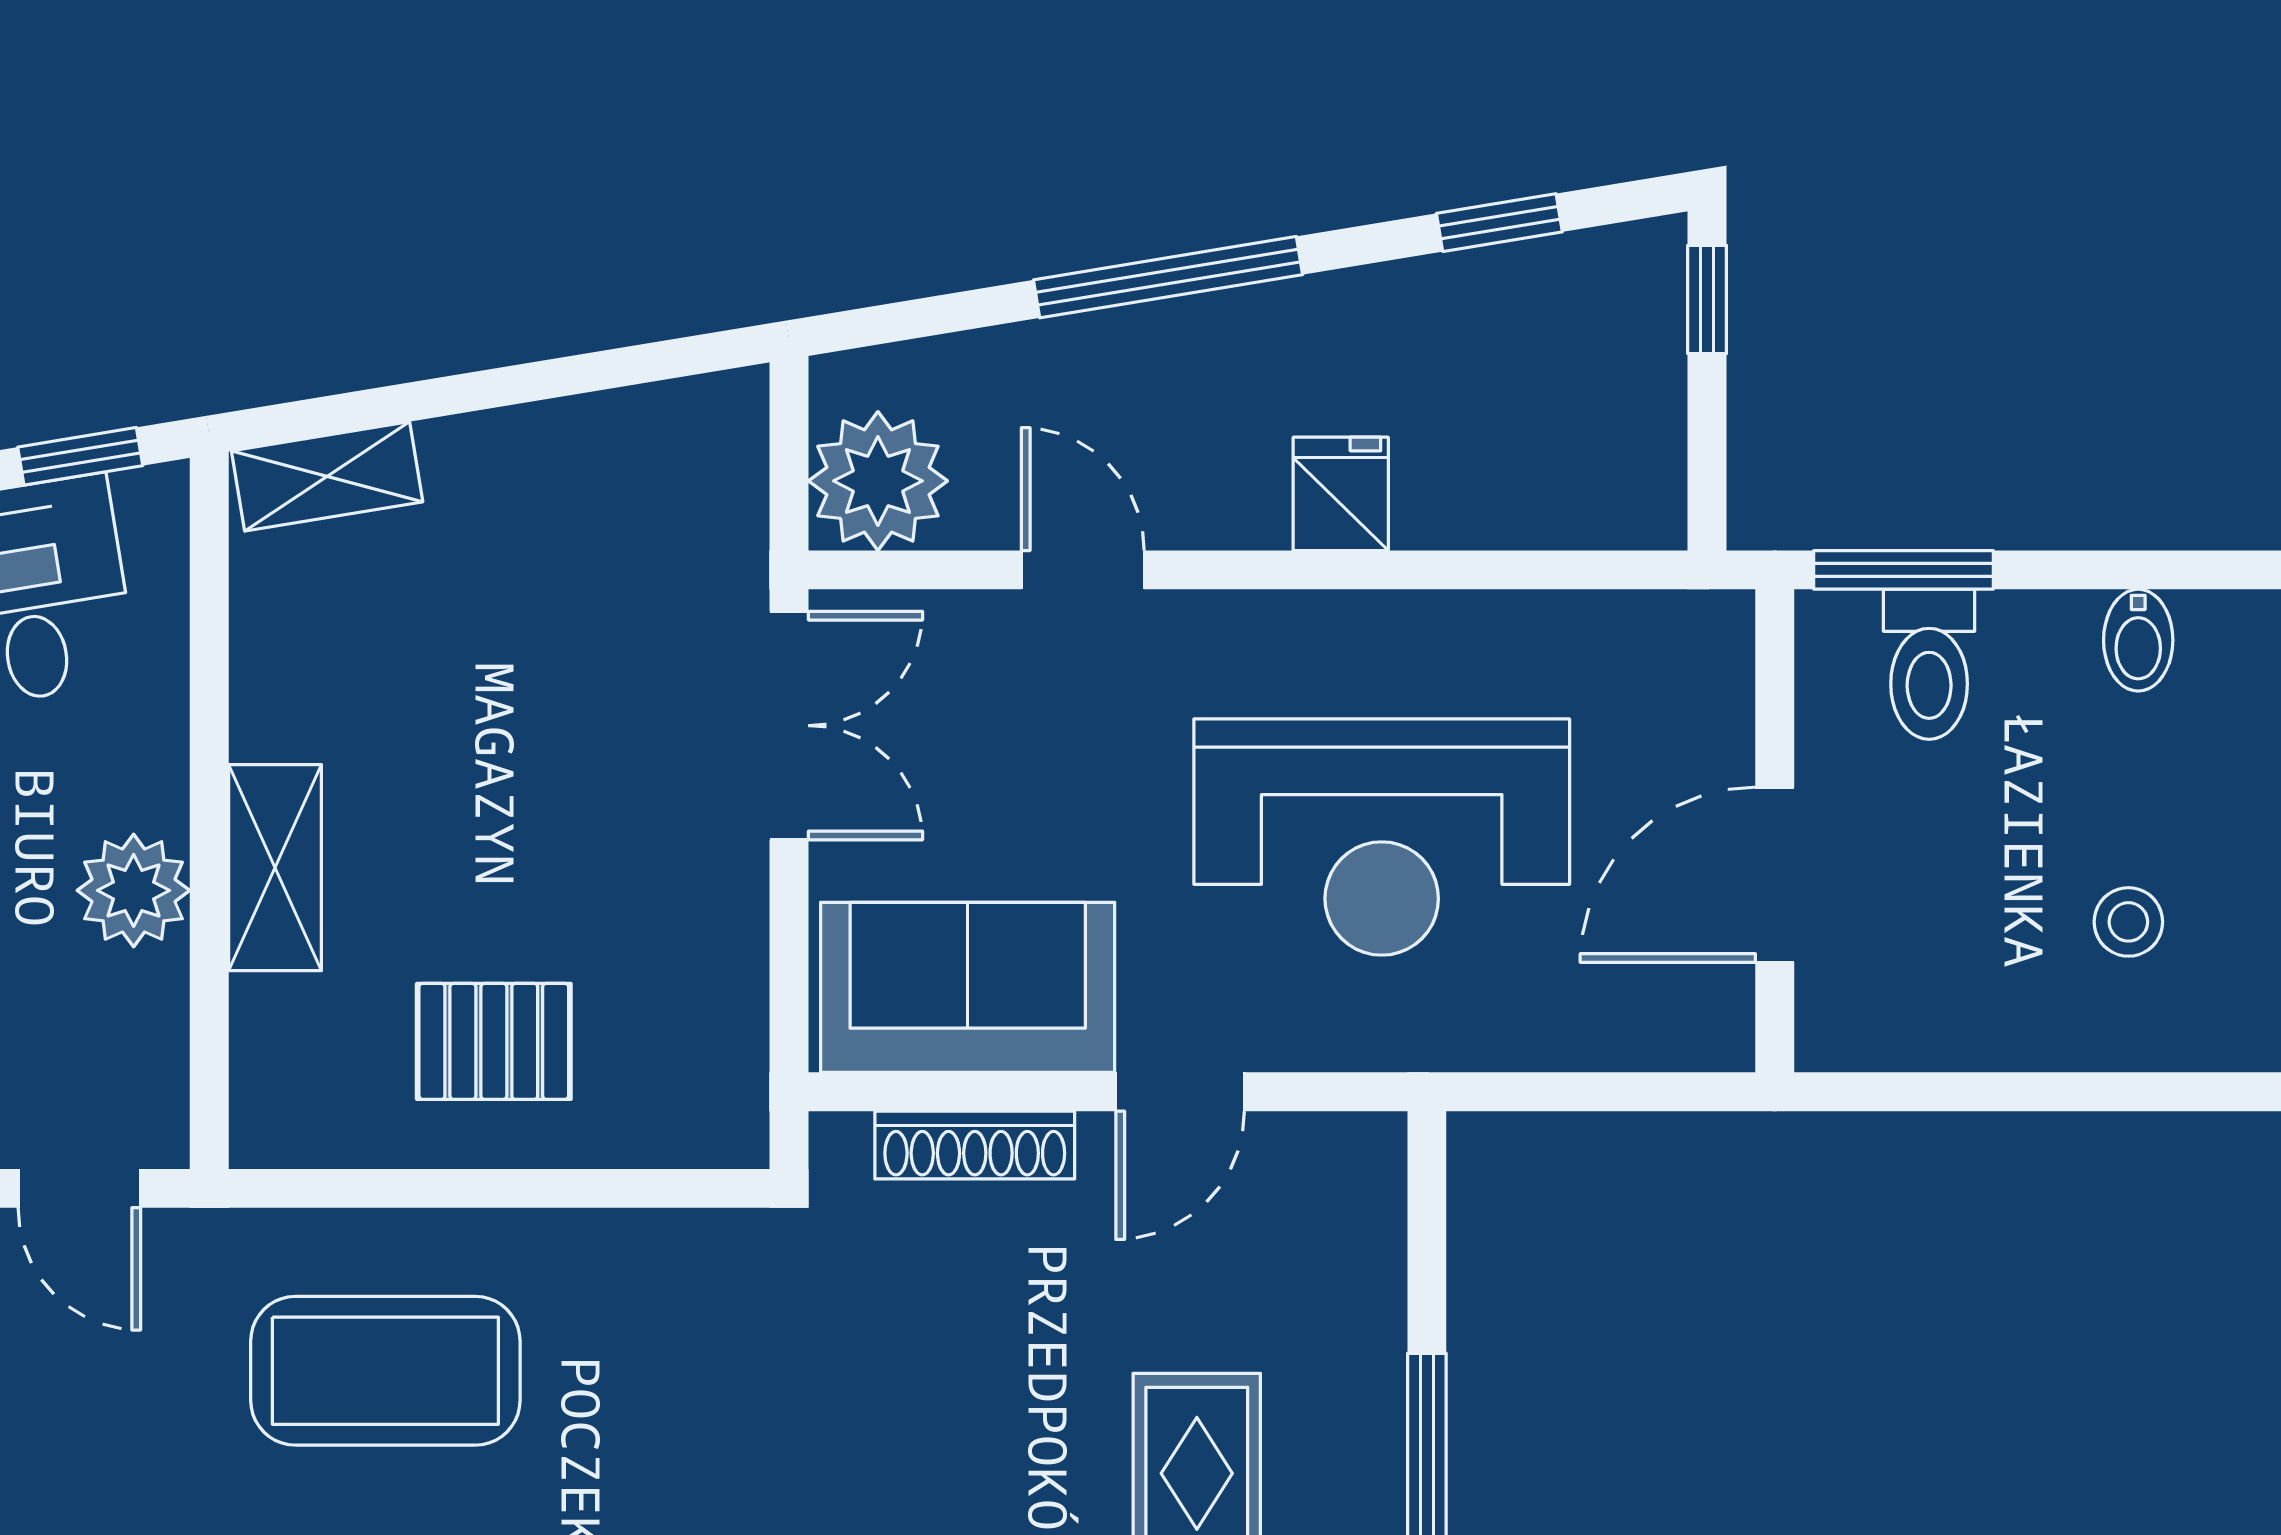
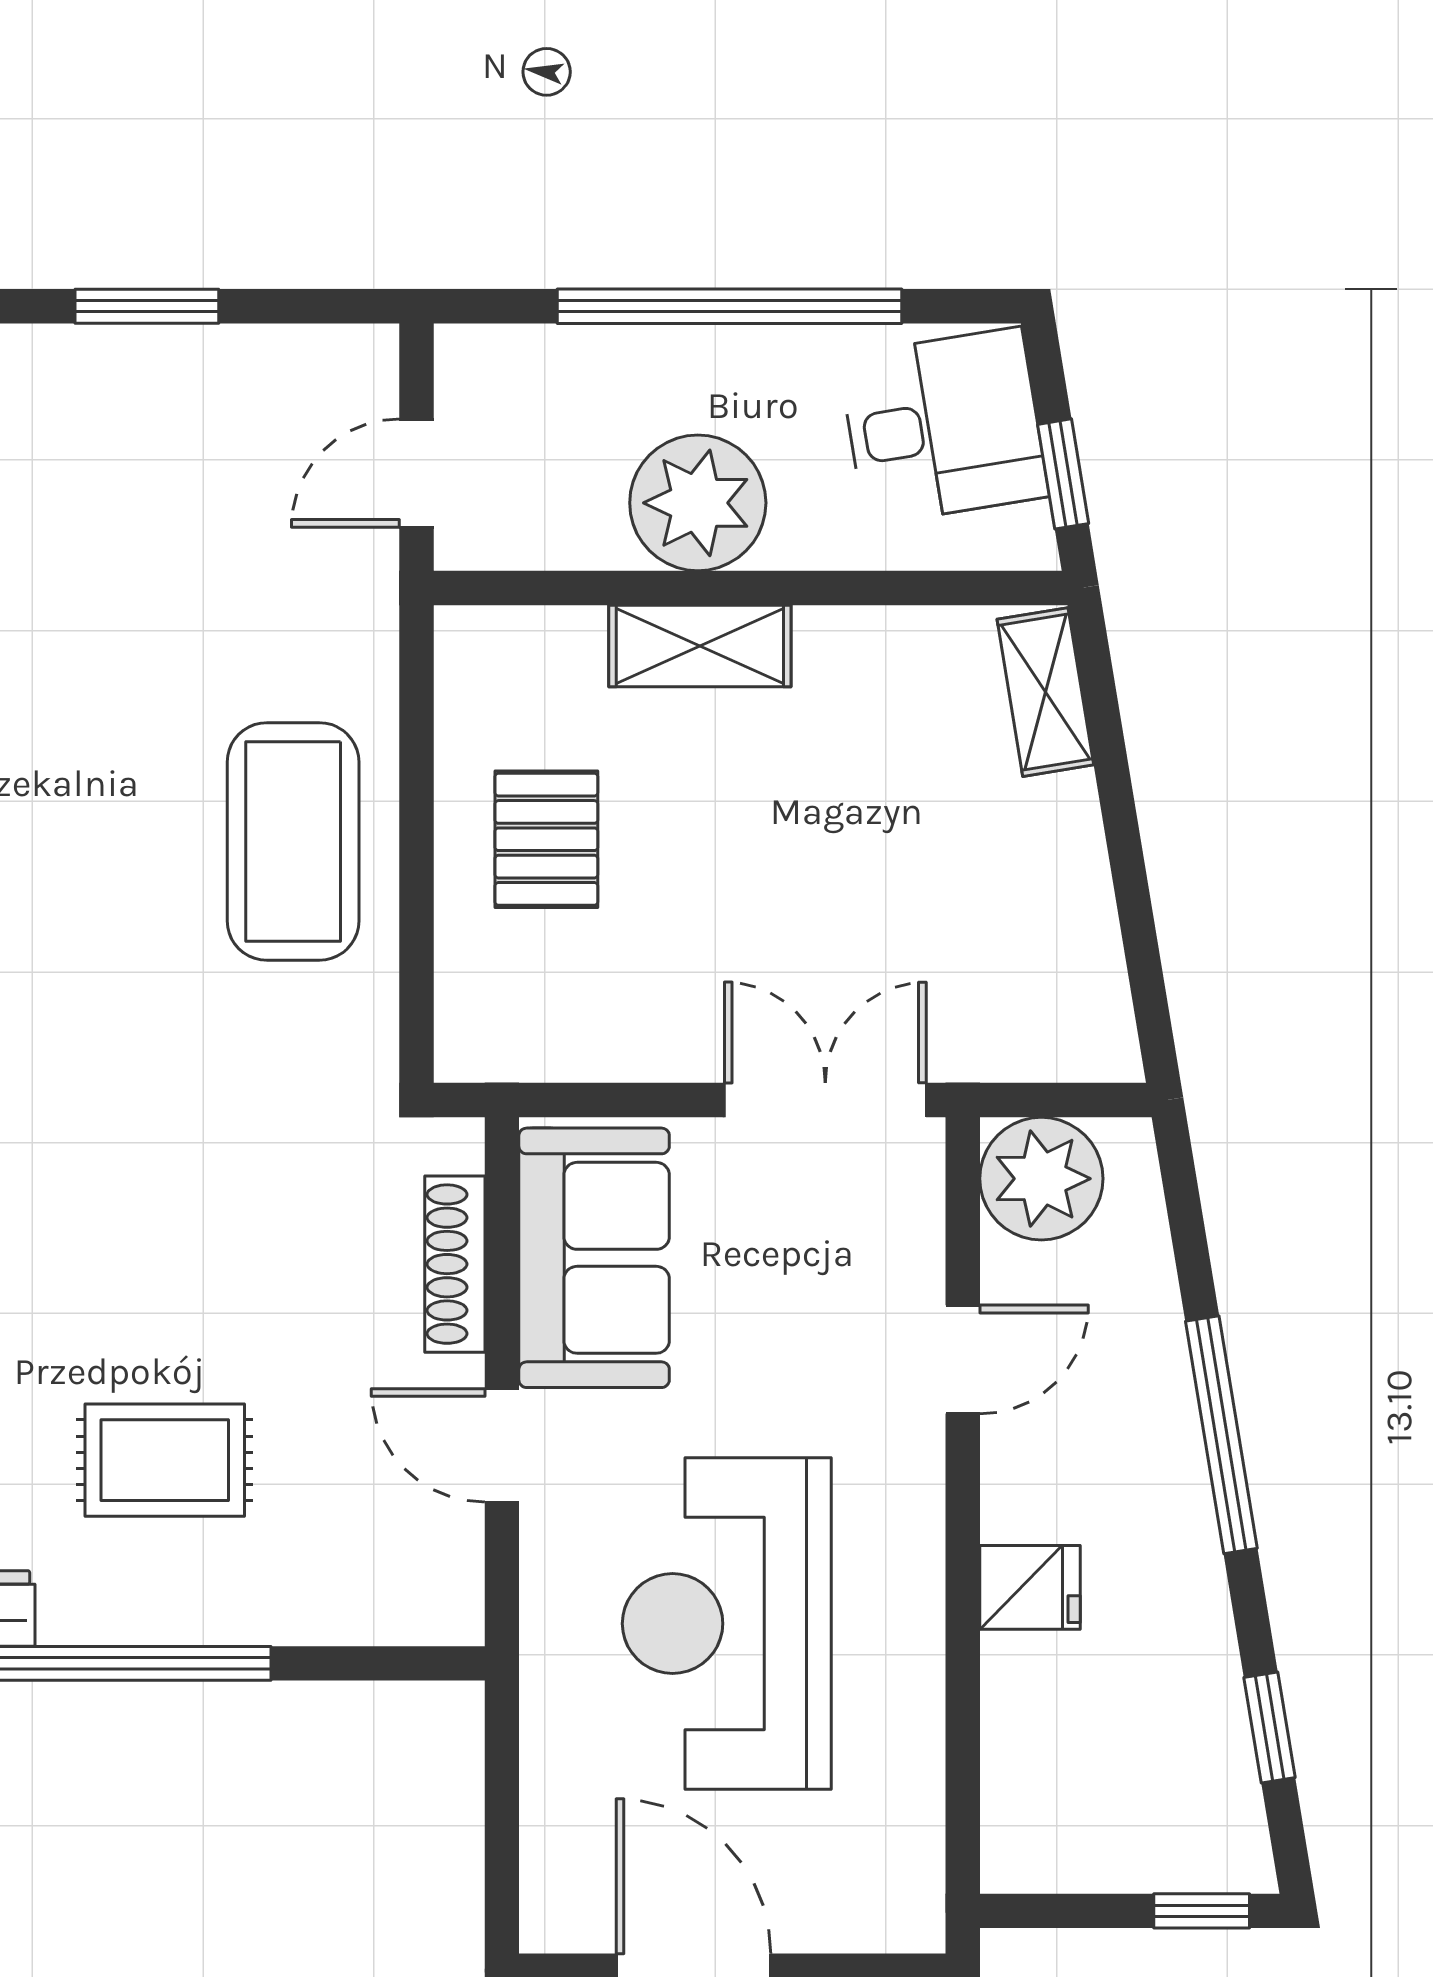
double door: (789, 726) -> (825, 1100), swing flipped
plant: (134, 890) -> (698, 503), width x1.36, depth x1.36
coffee table: (385, 1371) -> (293, 841), moved

